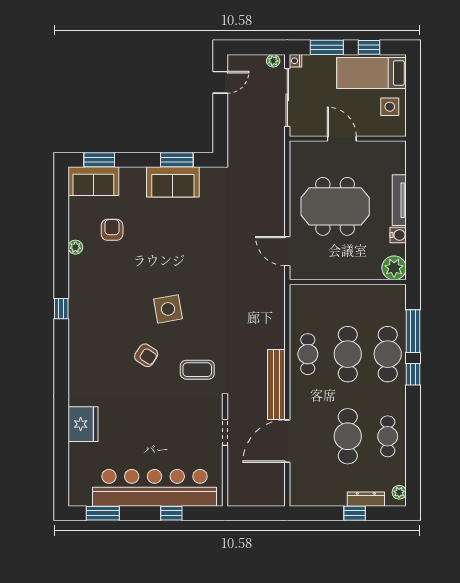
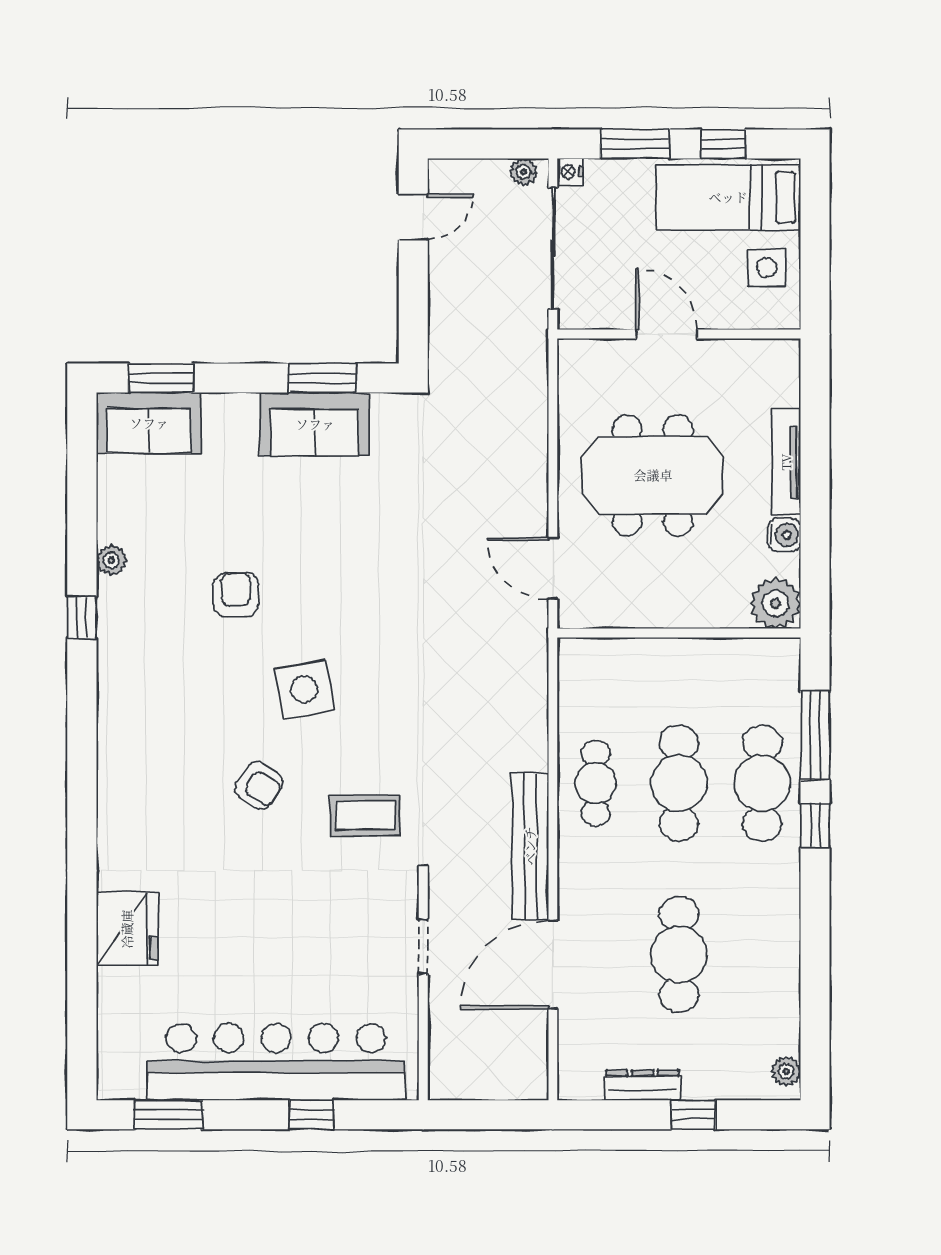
armchair: (112, 230) -> (236, 595), moved
window: (61, 309) -> (82, 617), moved
cafe table: (388, 436) -> (762, 954), removed
dresser: (366, 499) -> (642, 1085), moved

